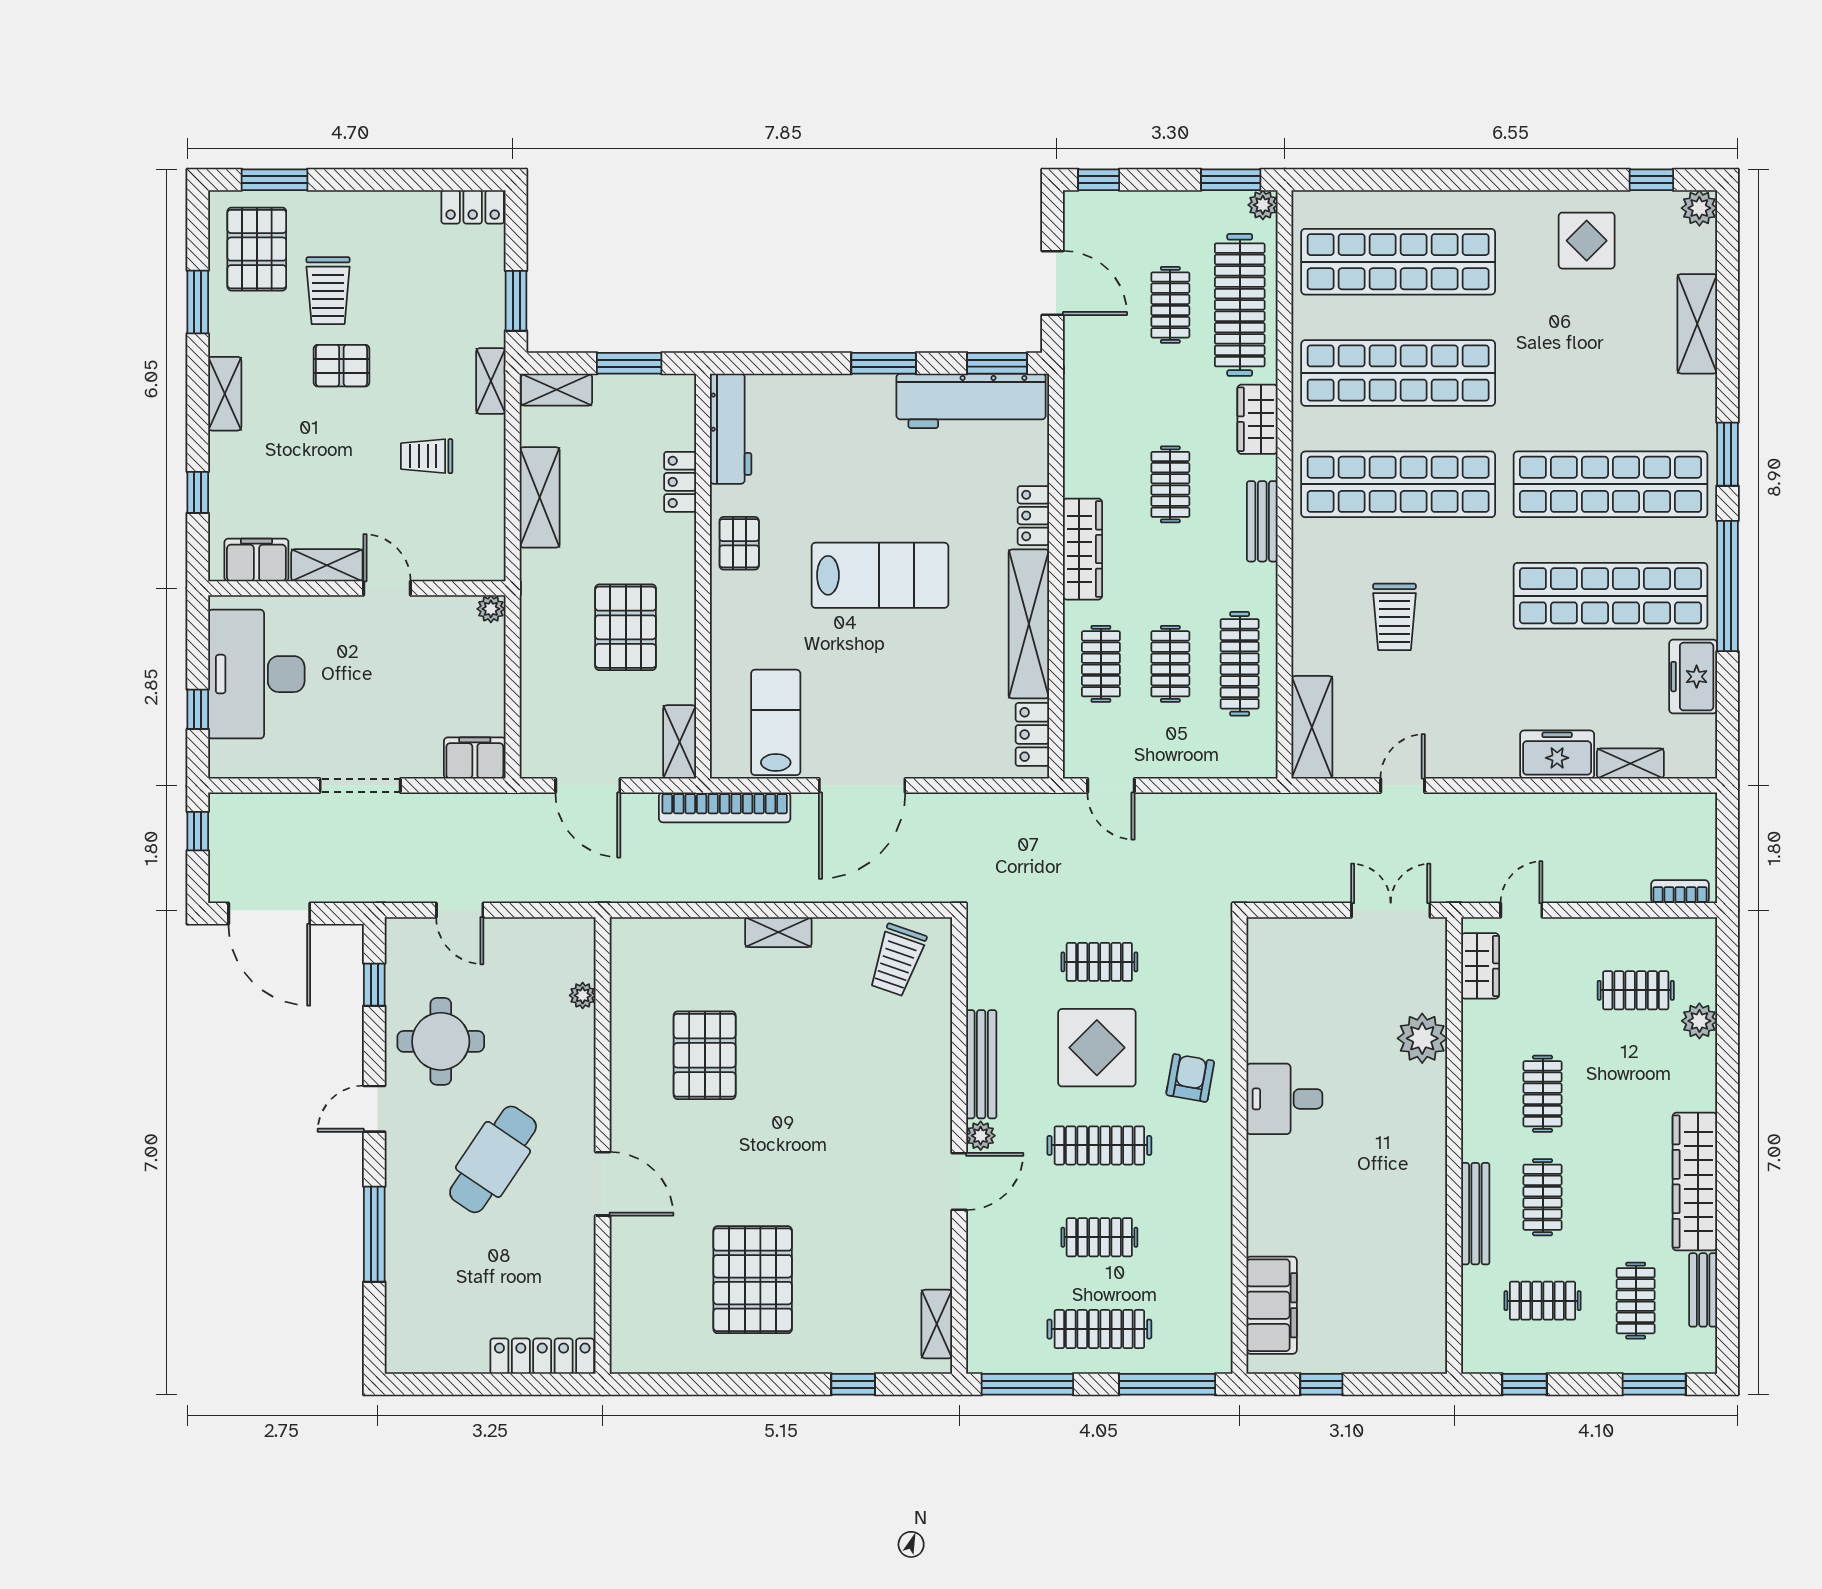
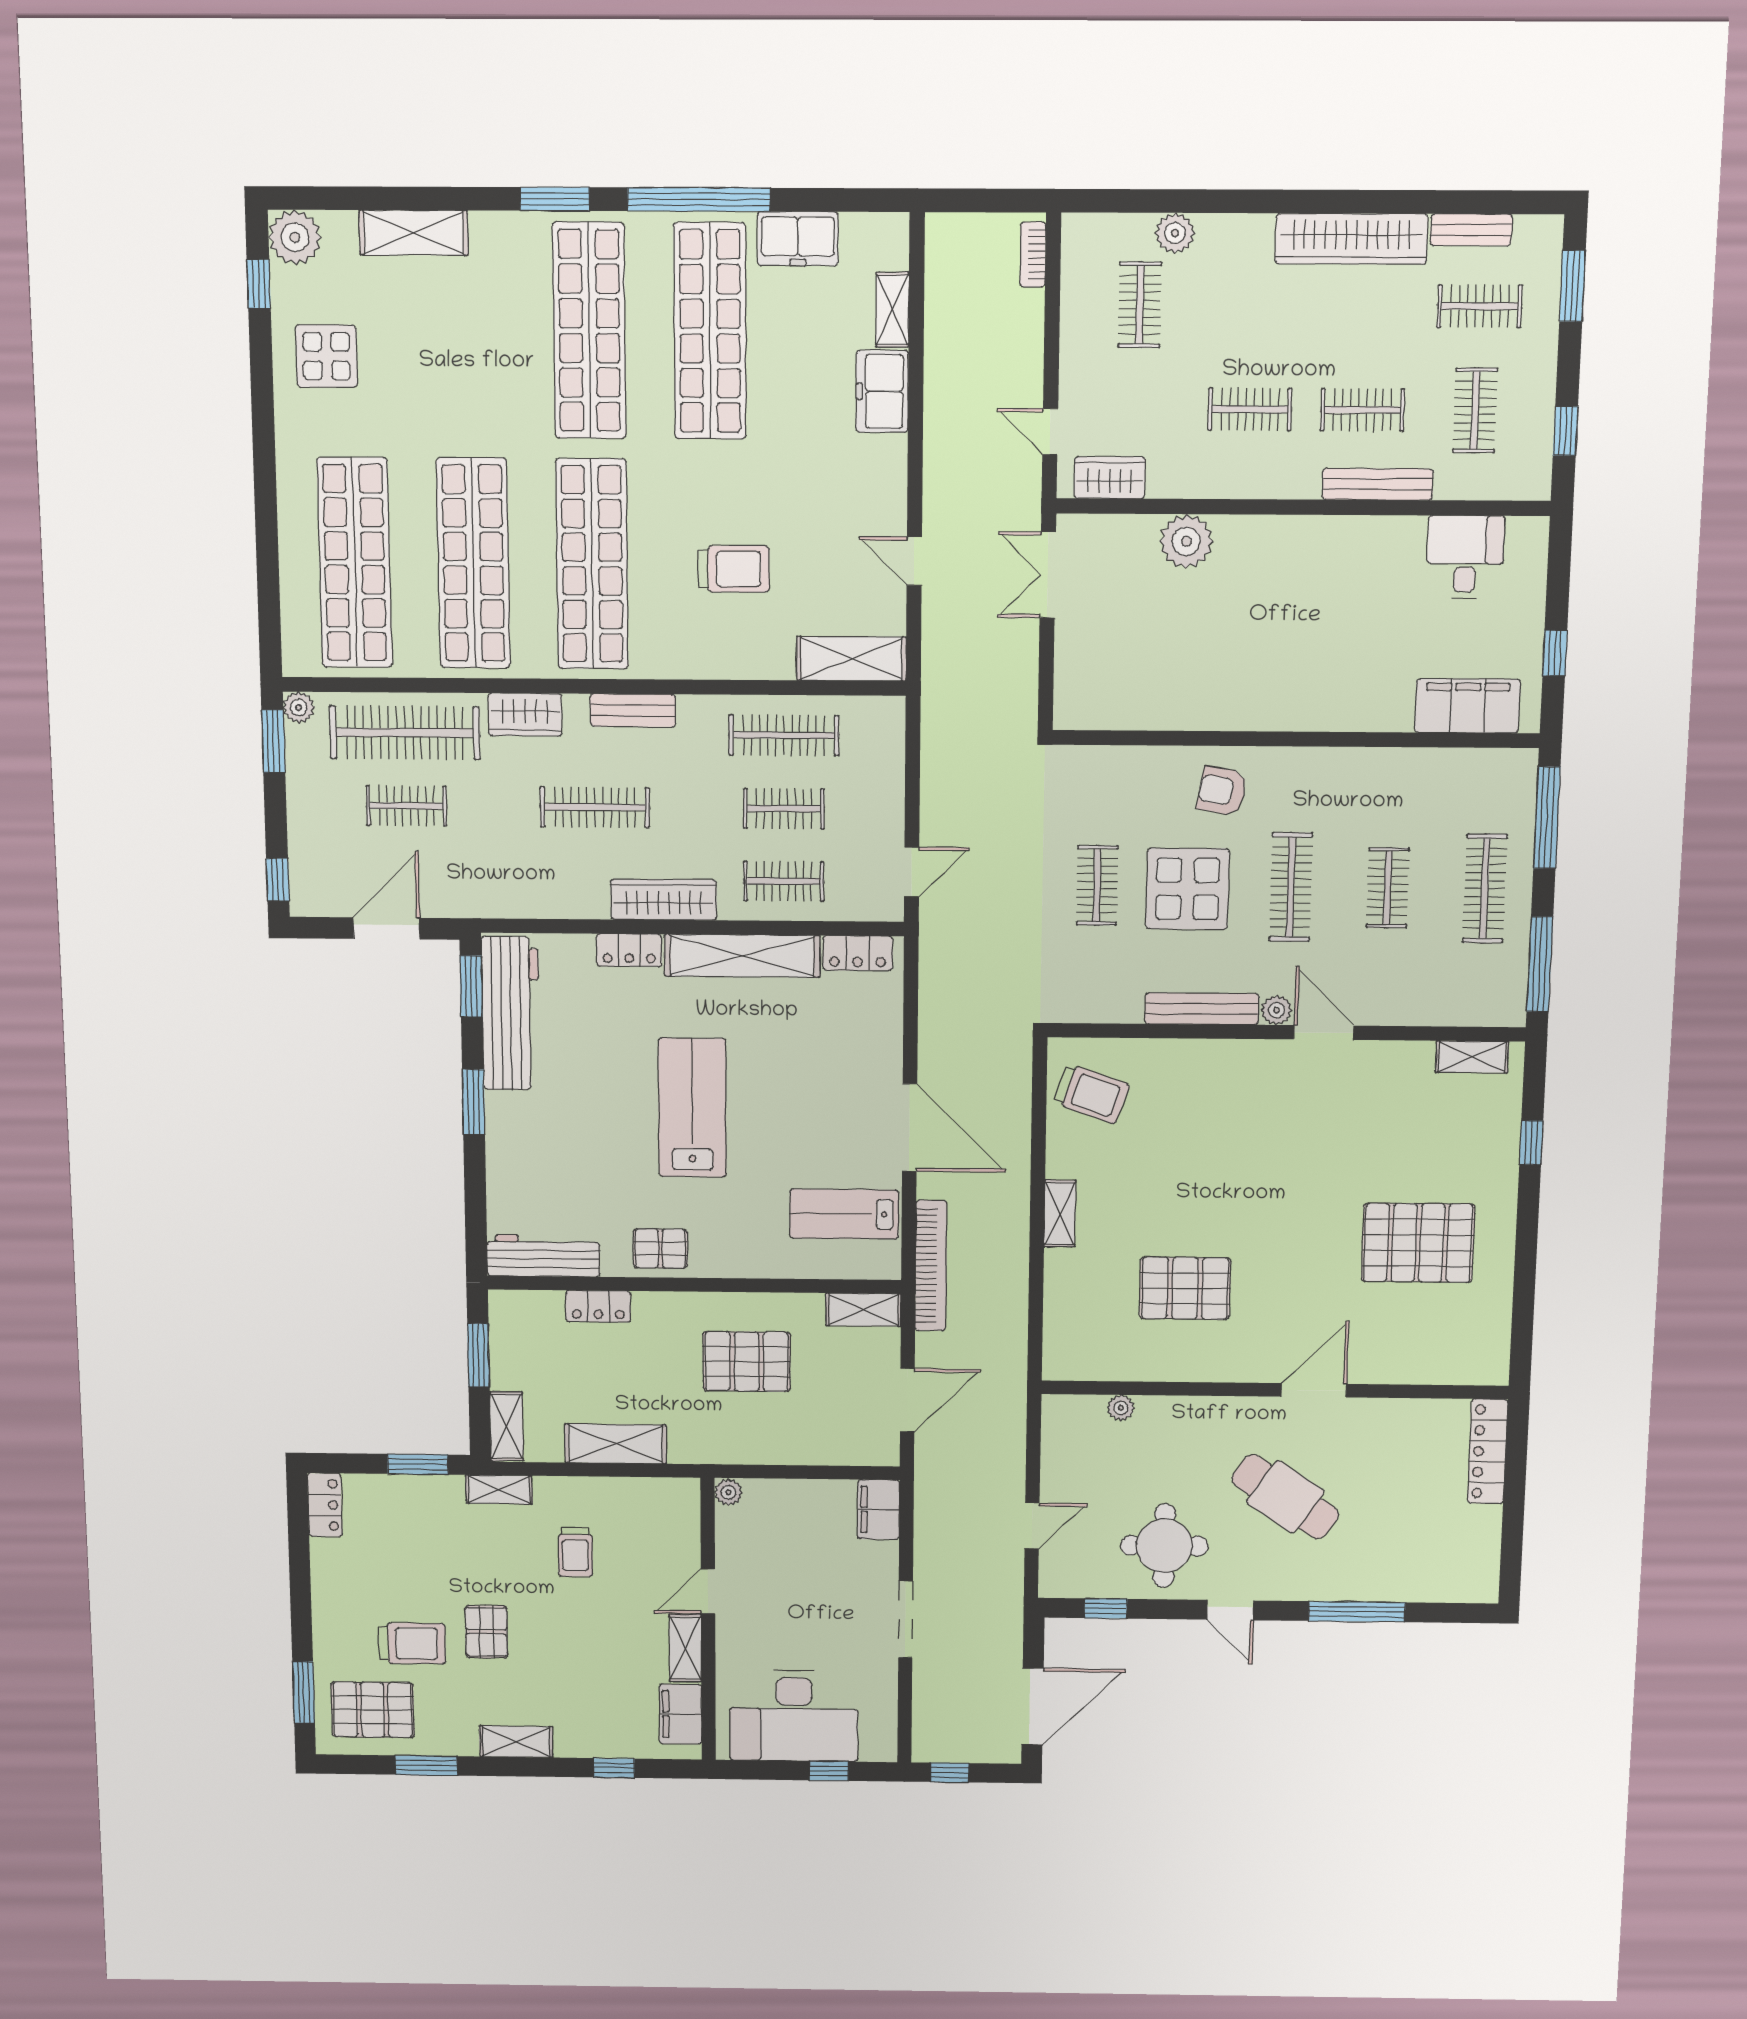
plant: (1699, 208) -> (295, 237), width x1.36, depth x1.36
clothes rail: (1170, 484) -> (595, 807), width x1.36
desk: (1284, 1099) -> (1465, 557), moved, turned 180

